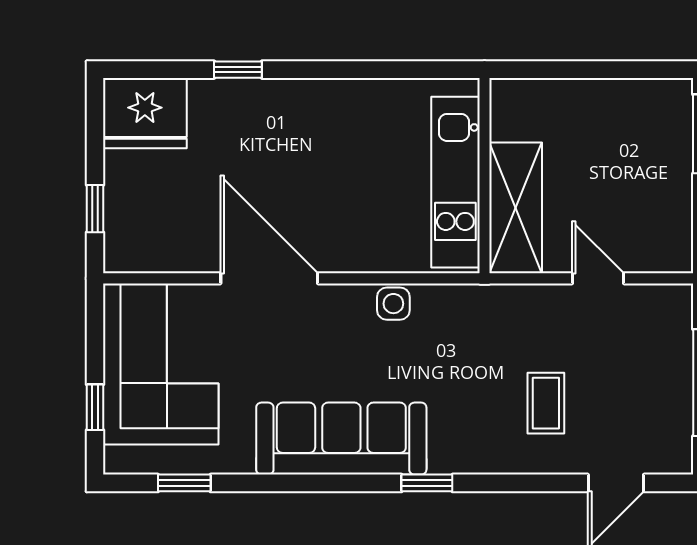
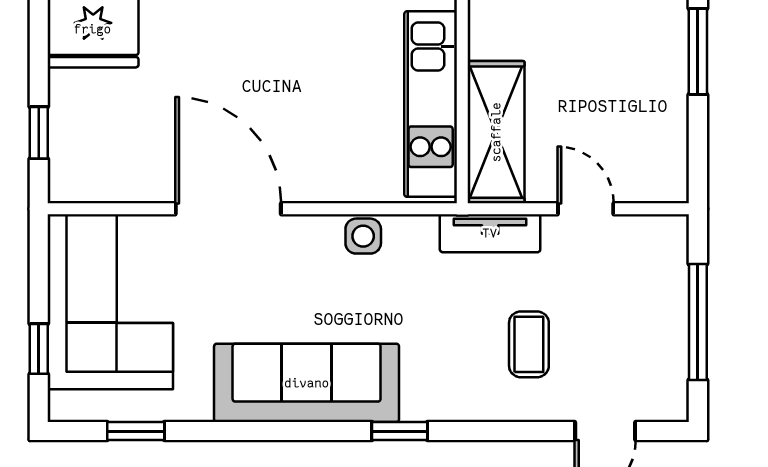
tv unit: (510, 301) -> (490, 233), added

